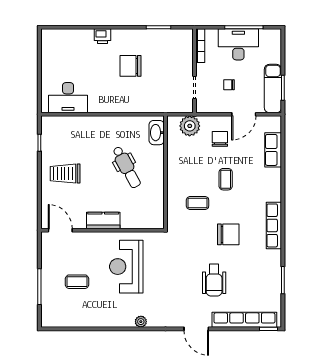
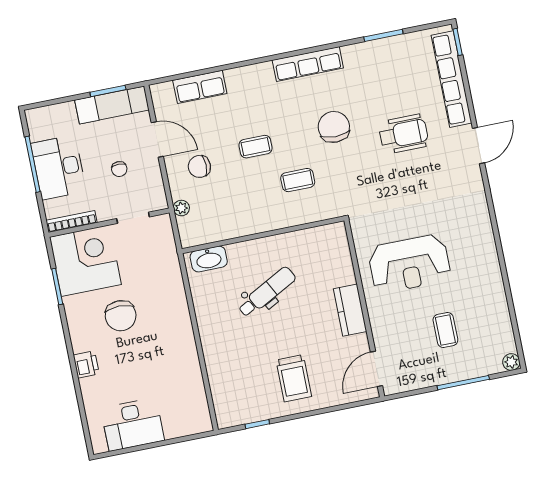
corner desk: (172, 50) -> (85, 261), added
desk: (68, 98) -> (133, 424), moved, turned 90
plant: (190, 126) -> (181, 208), width x0.53, depth x0.53
coffee table: (198, 203) -> (298, 180), turned 90
plant: (141, 322) -> (511, 362), moved

